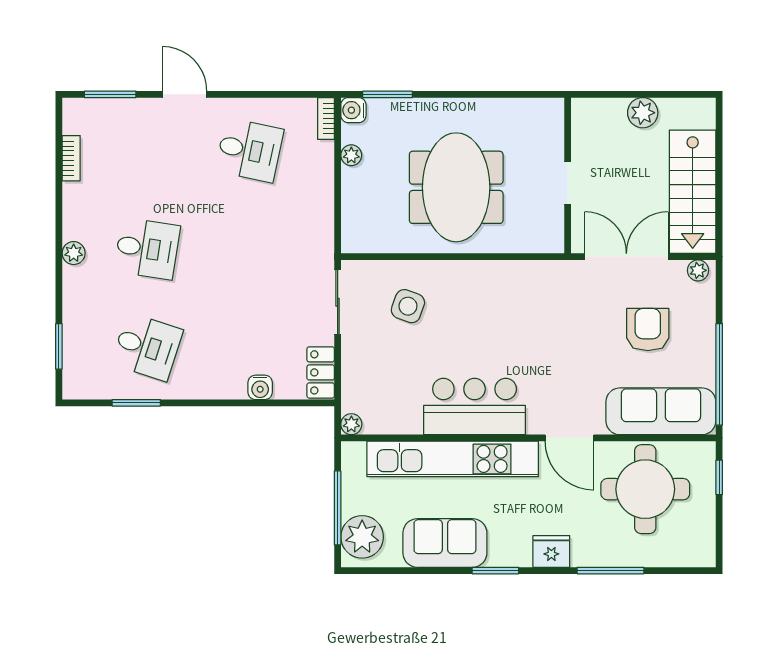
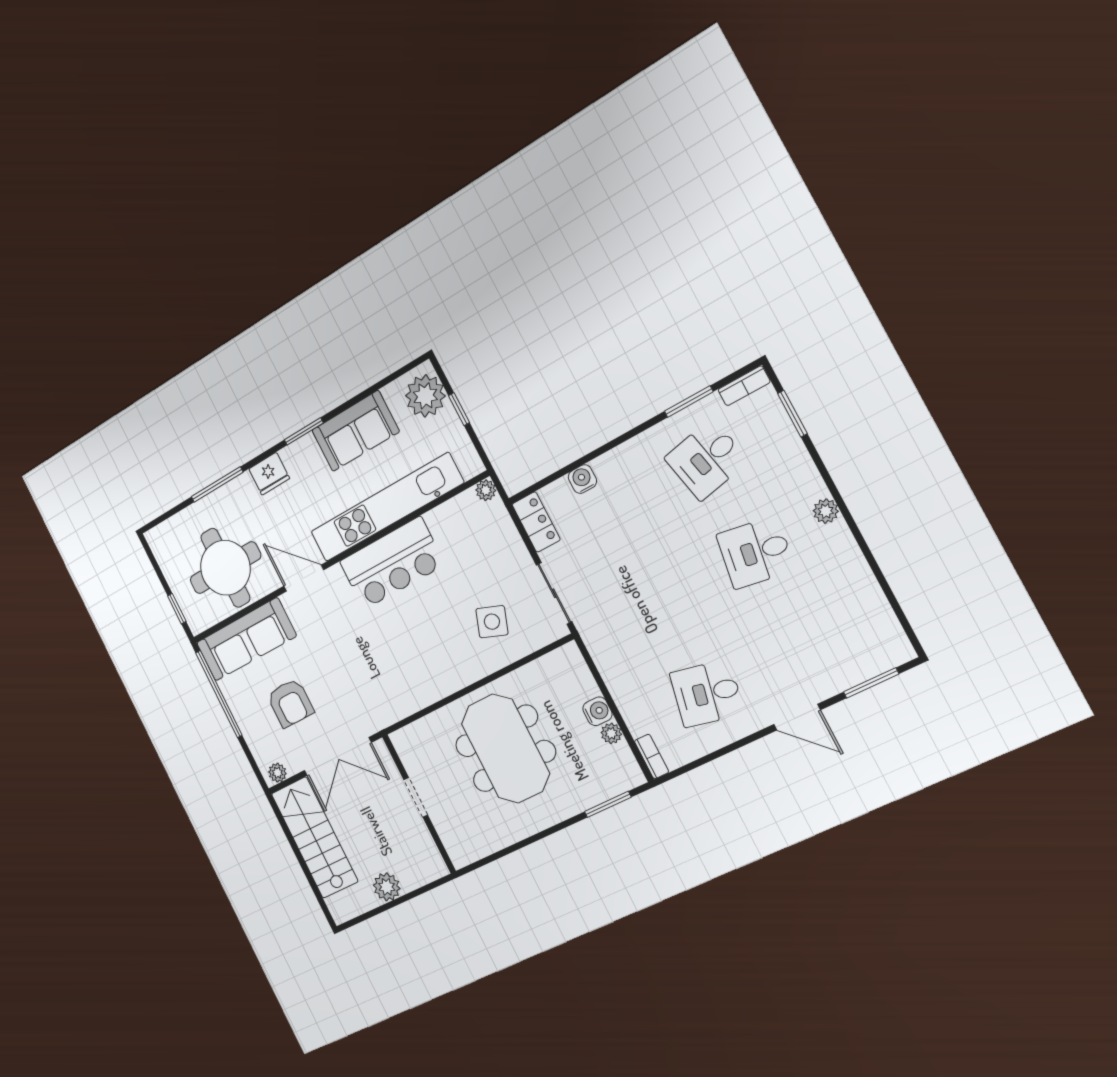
water cooler: (353, 110) -> (597, 711), moved
bookcase: (71, 158) -> (744, 386), moved, turned -90
desk: (147, 347) -> (706, 460), turned -30
window: (338, 508) -> (459, 409), width x0.46

